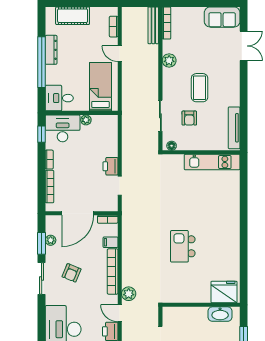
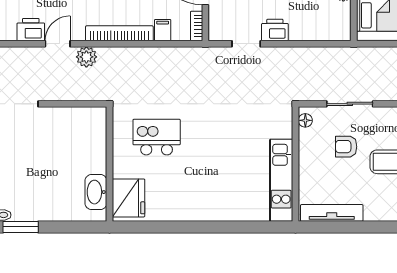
fridge: (224, 292) -> (129, 198), moved
wall: (201, 305) -> (110, 164), moved
washbasin: (220, 314) -> (96, 192), moved

